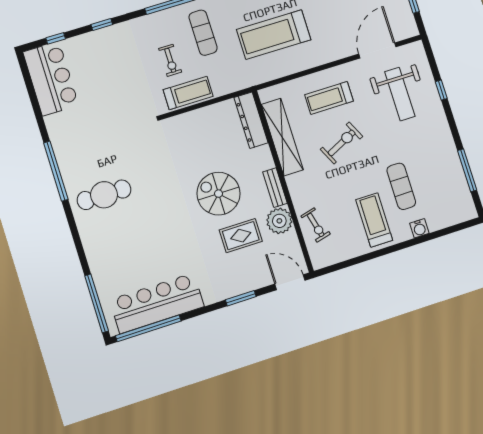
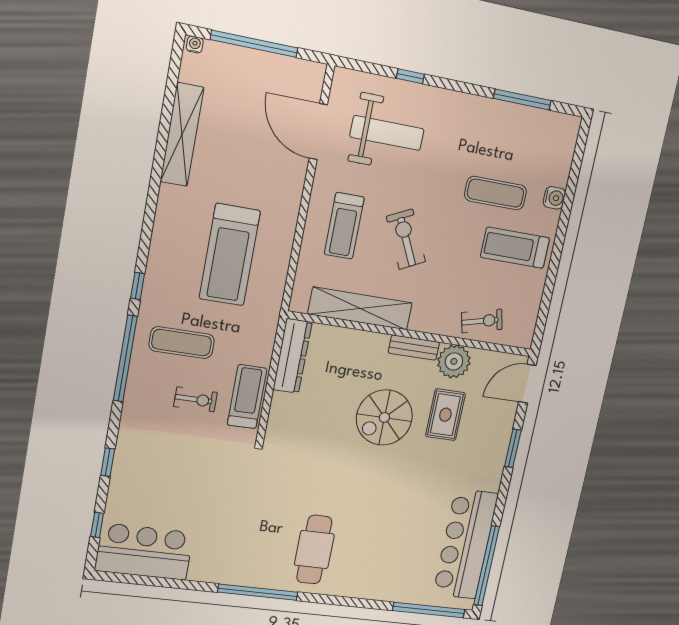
dresser: (251, 120) -> (292, 356), moved, turned -90

